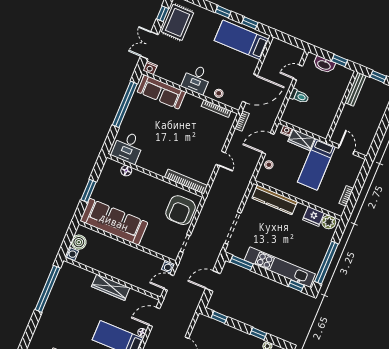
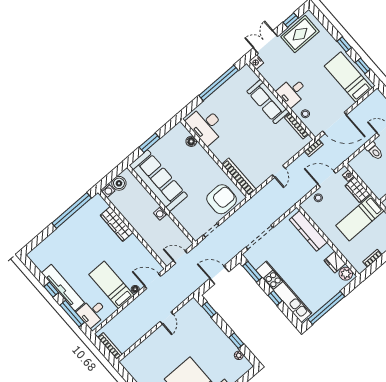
sofa: (161, 92) -> (268, 102), moved
desk: (128, 147) -> (206, 125), width x1.37
armchair: (181, 210) -> (222, 199), turned 180
washing machine: (168, 267) -> (160, 213), moved
window: (296, 286) -> (275, 298), moved
wardrobe: (111, 287) -> (117, 224), moved

